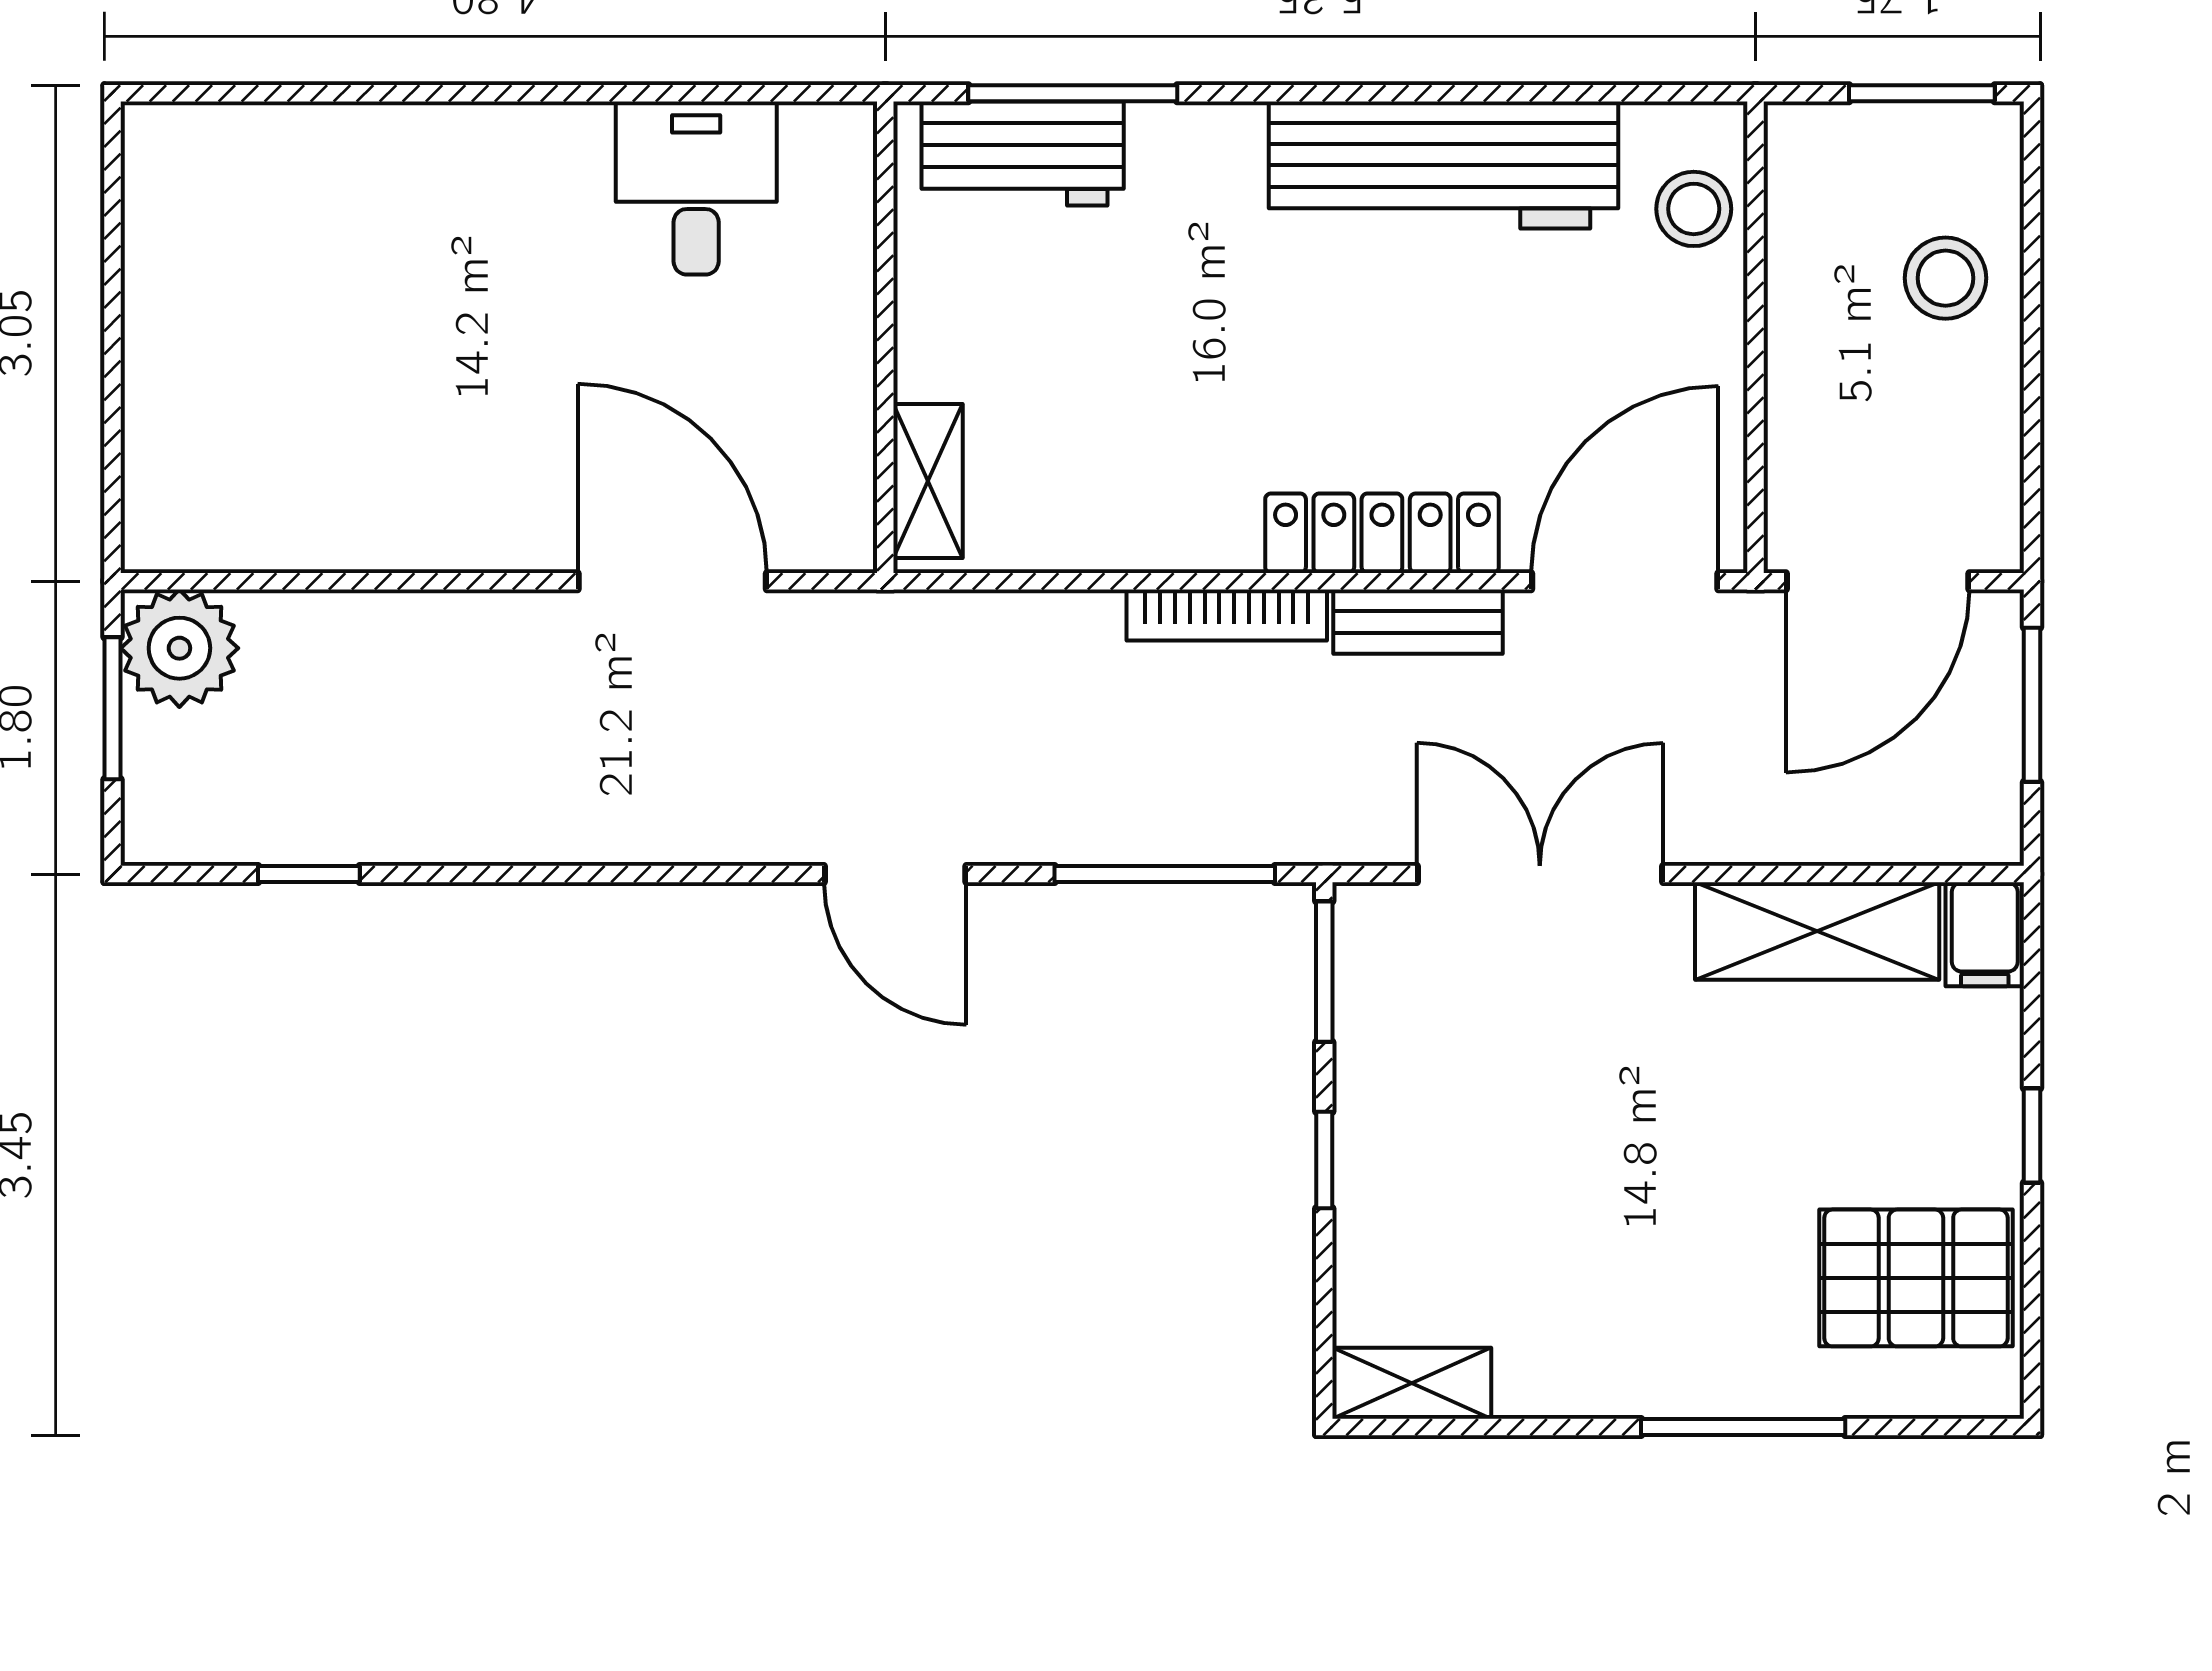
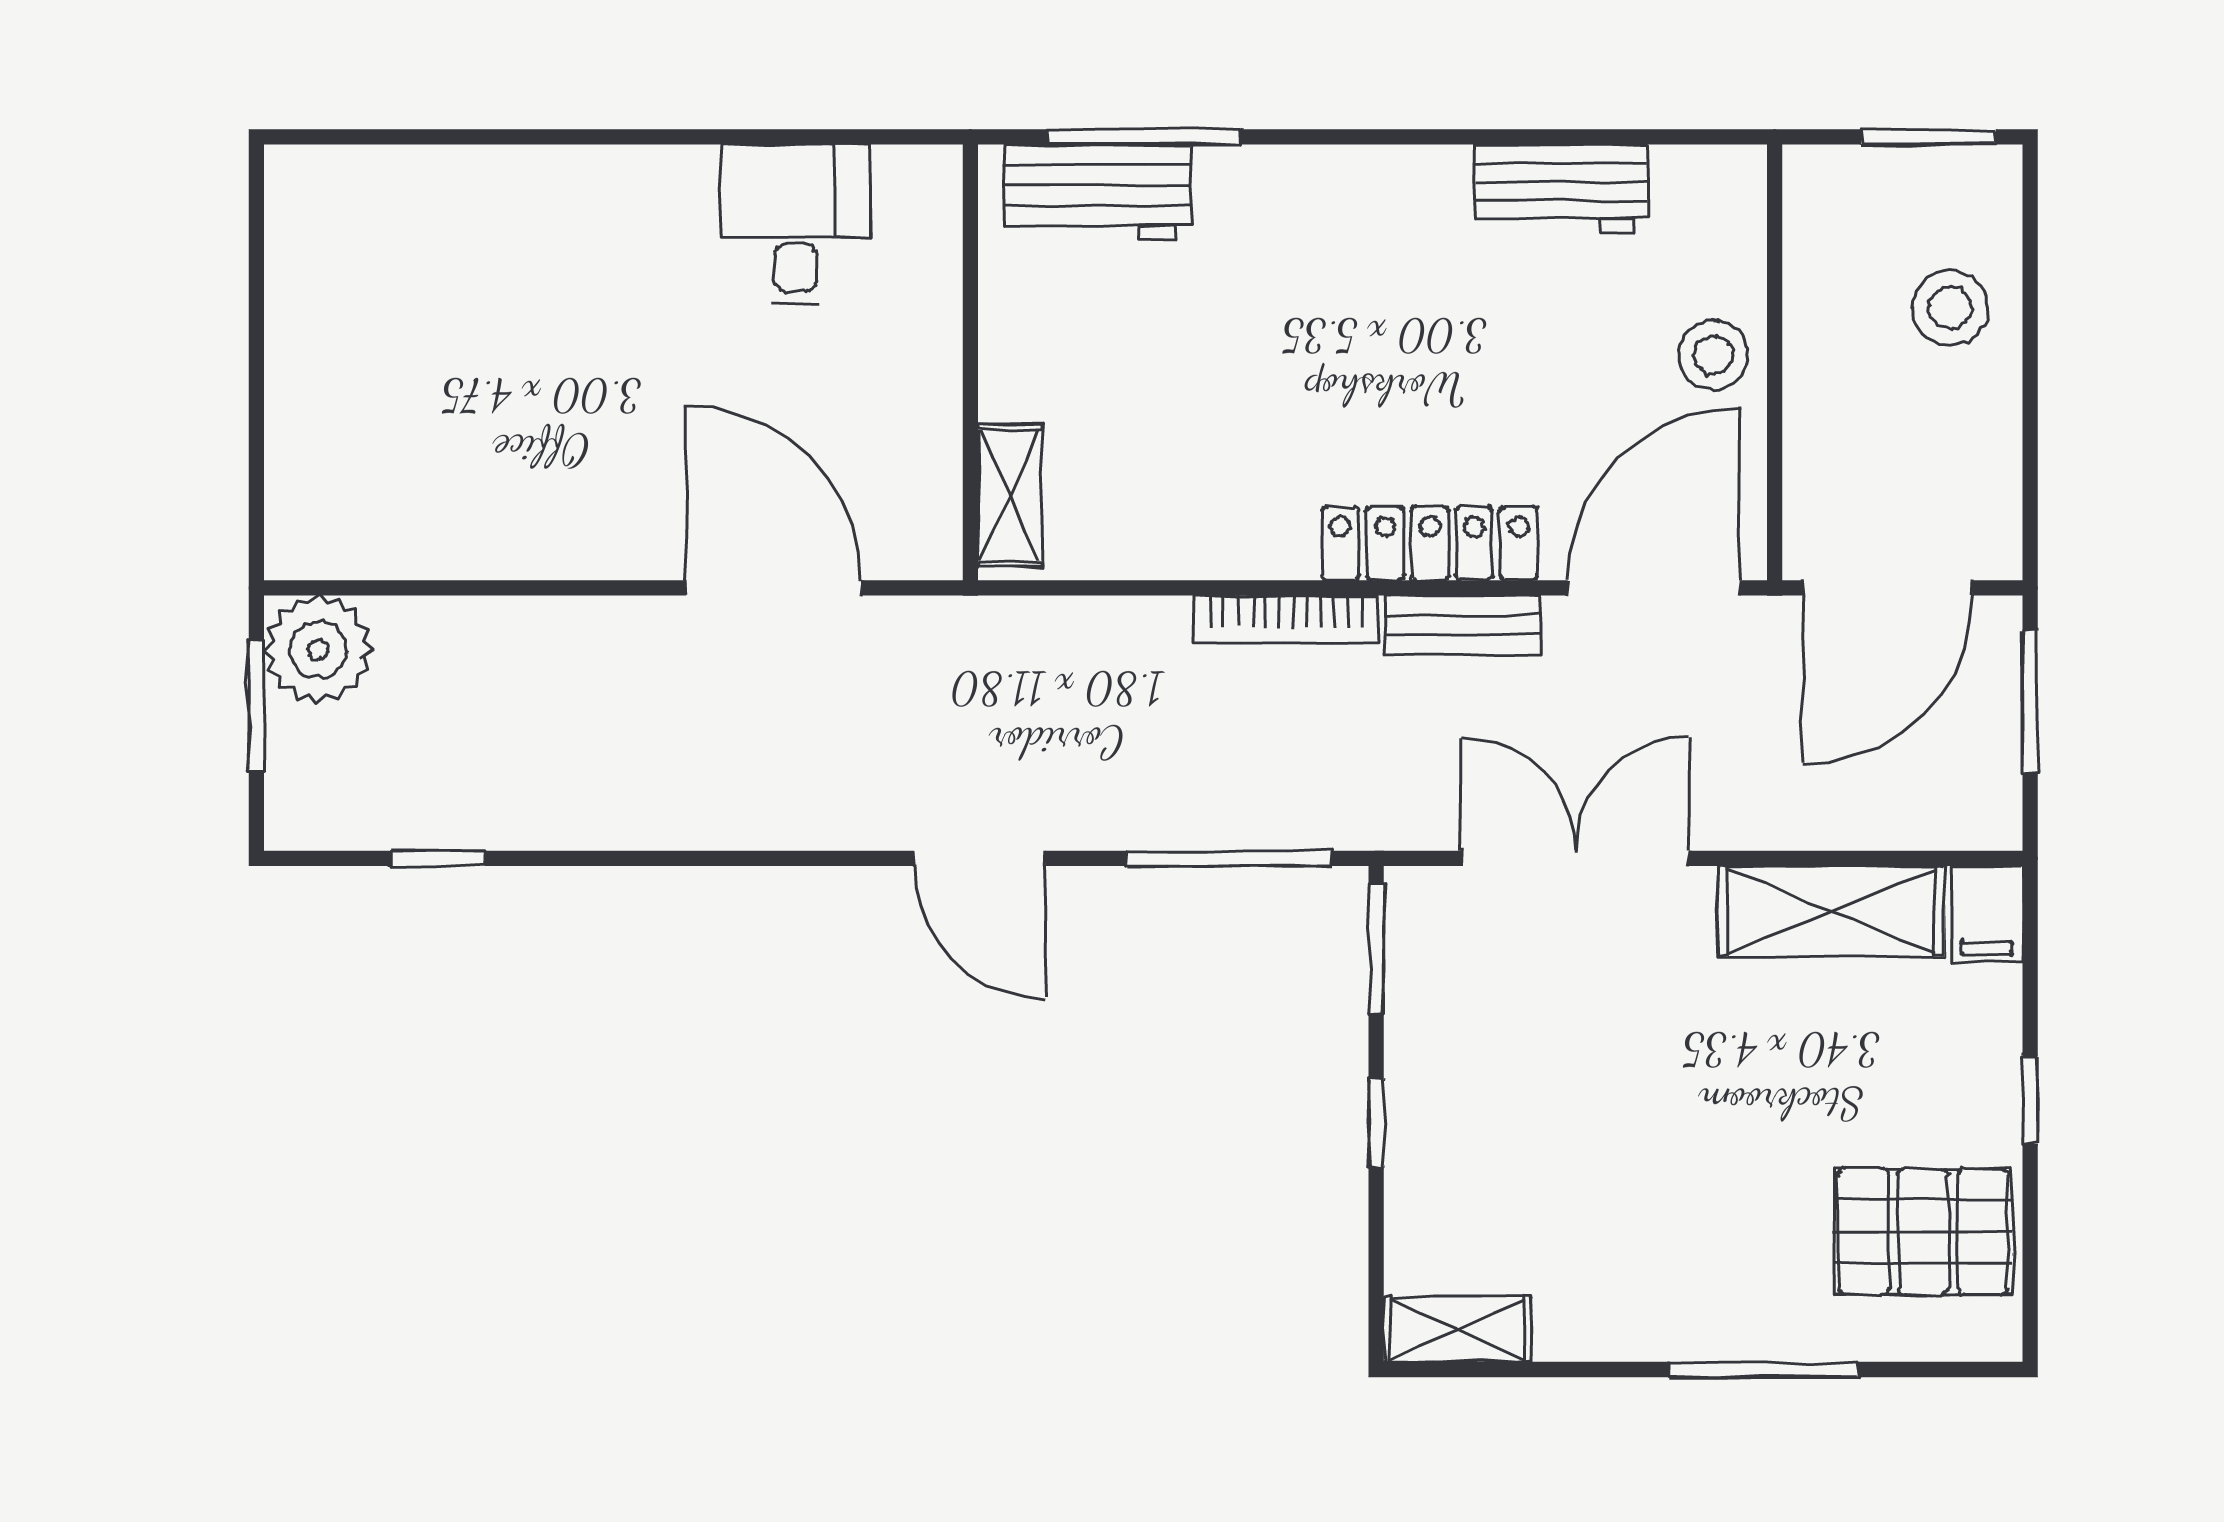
workbench: (1444, 165) -> (1562, 189), width x0.53, depth x0.76
stool: (1694, 209) -> (1713, 355), moved

